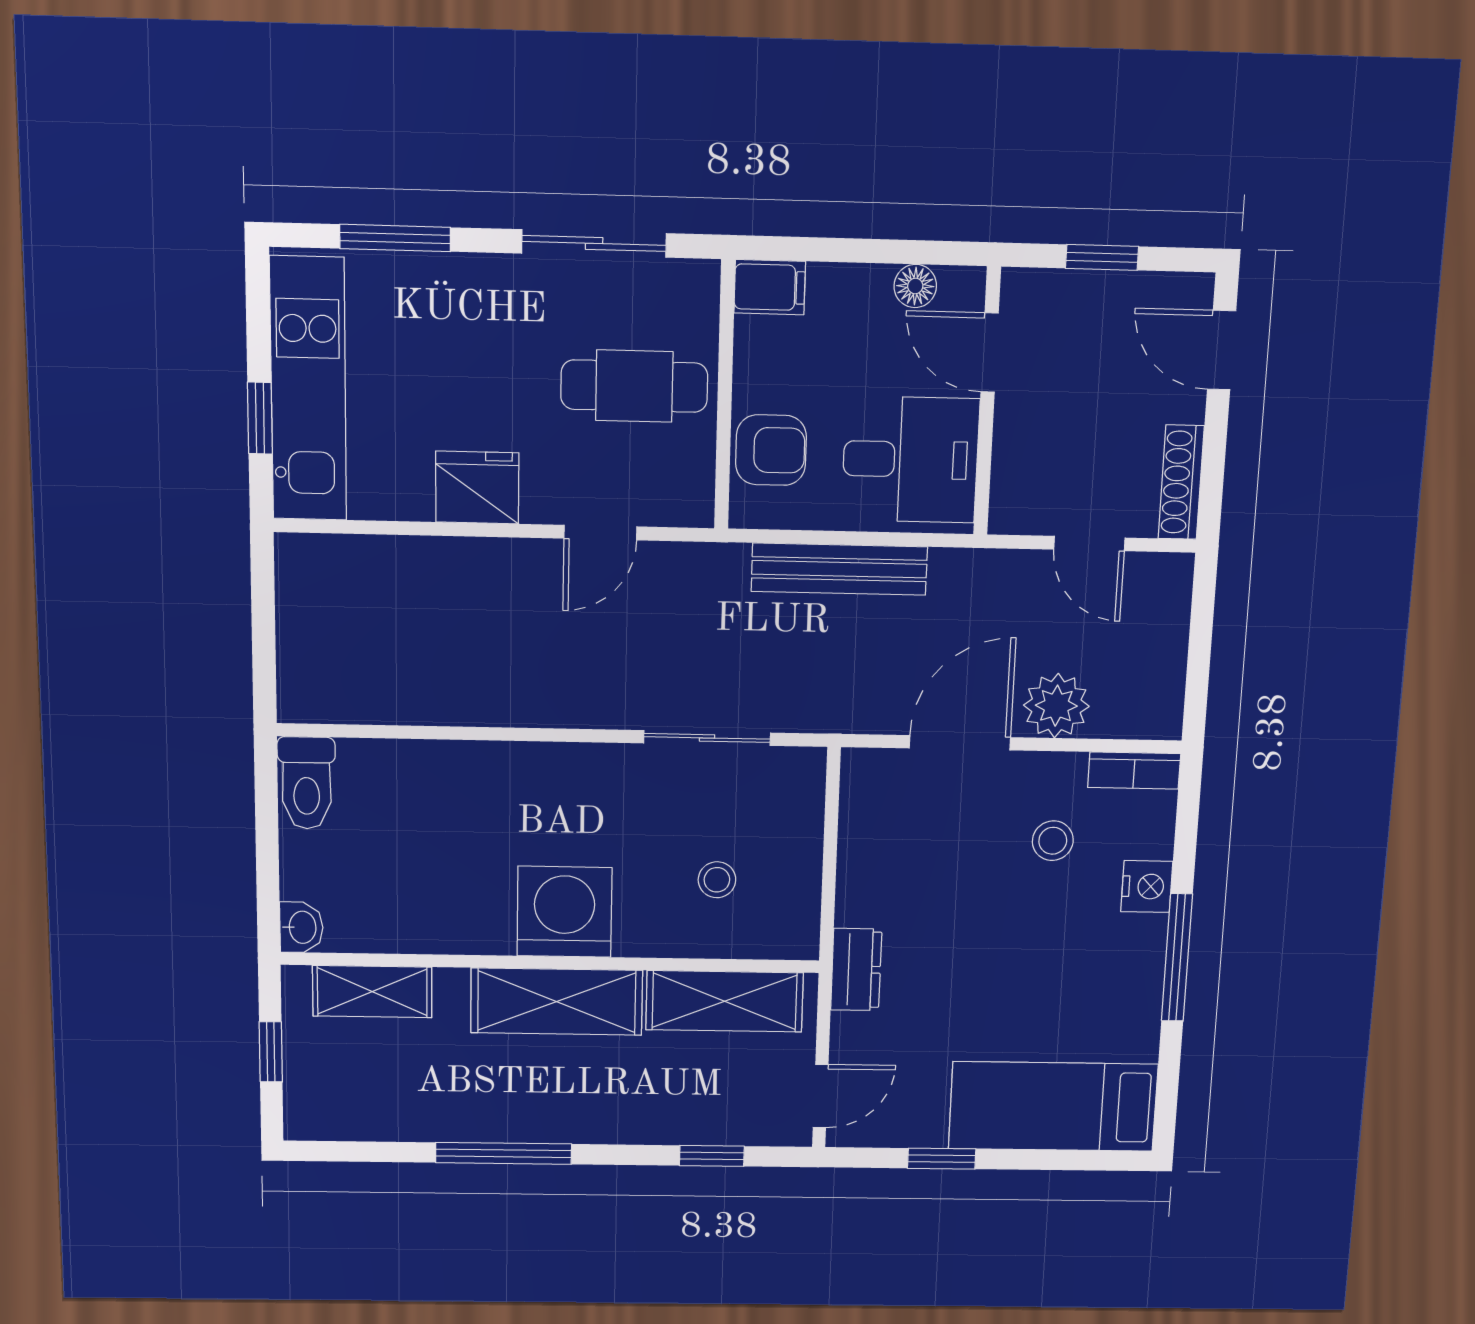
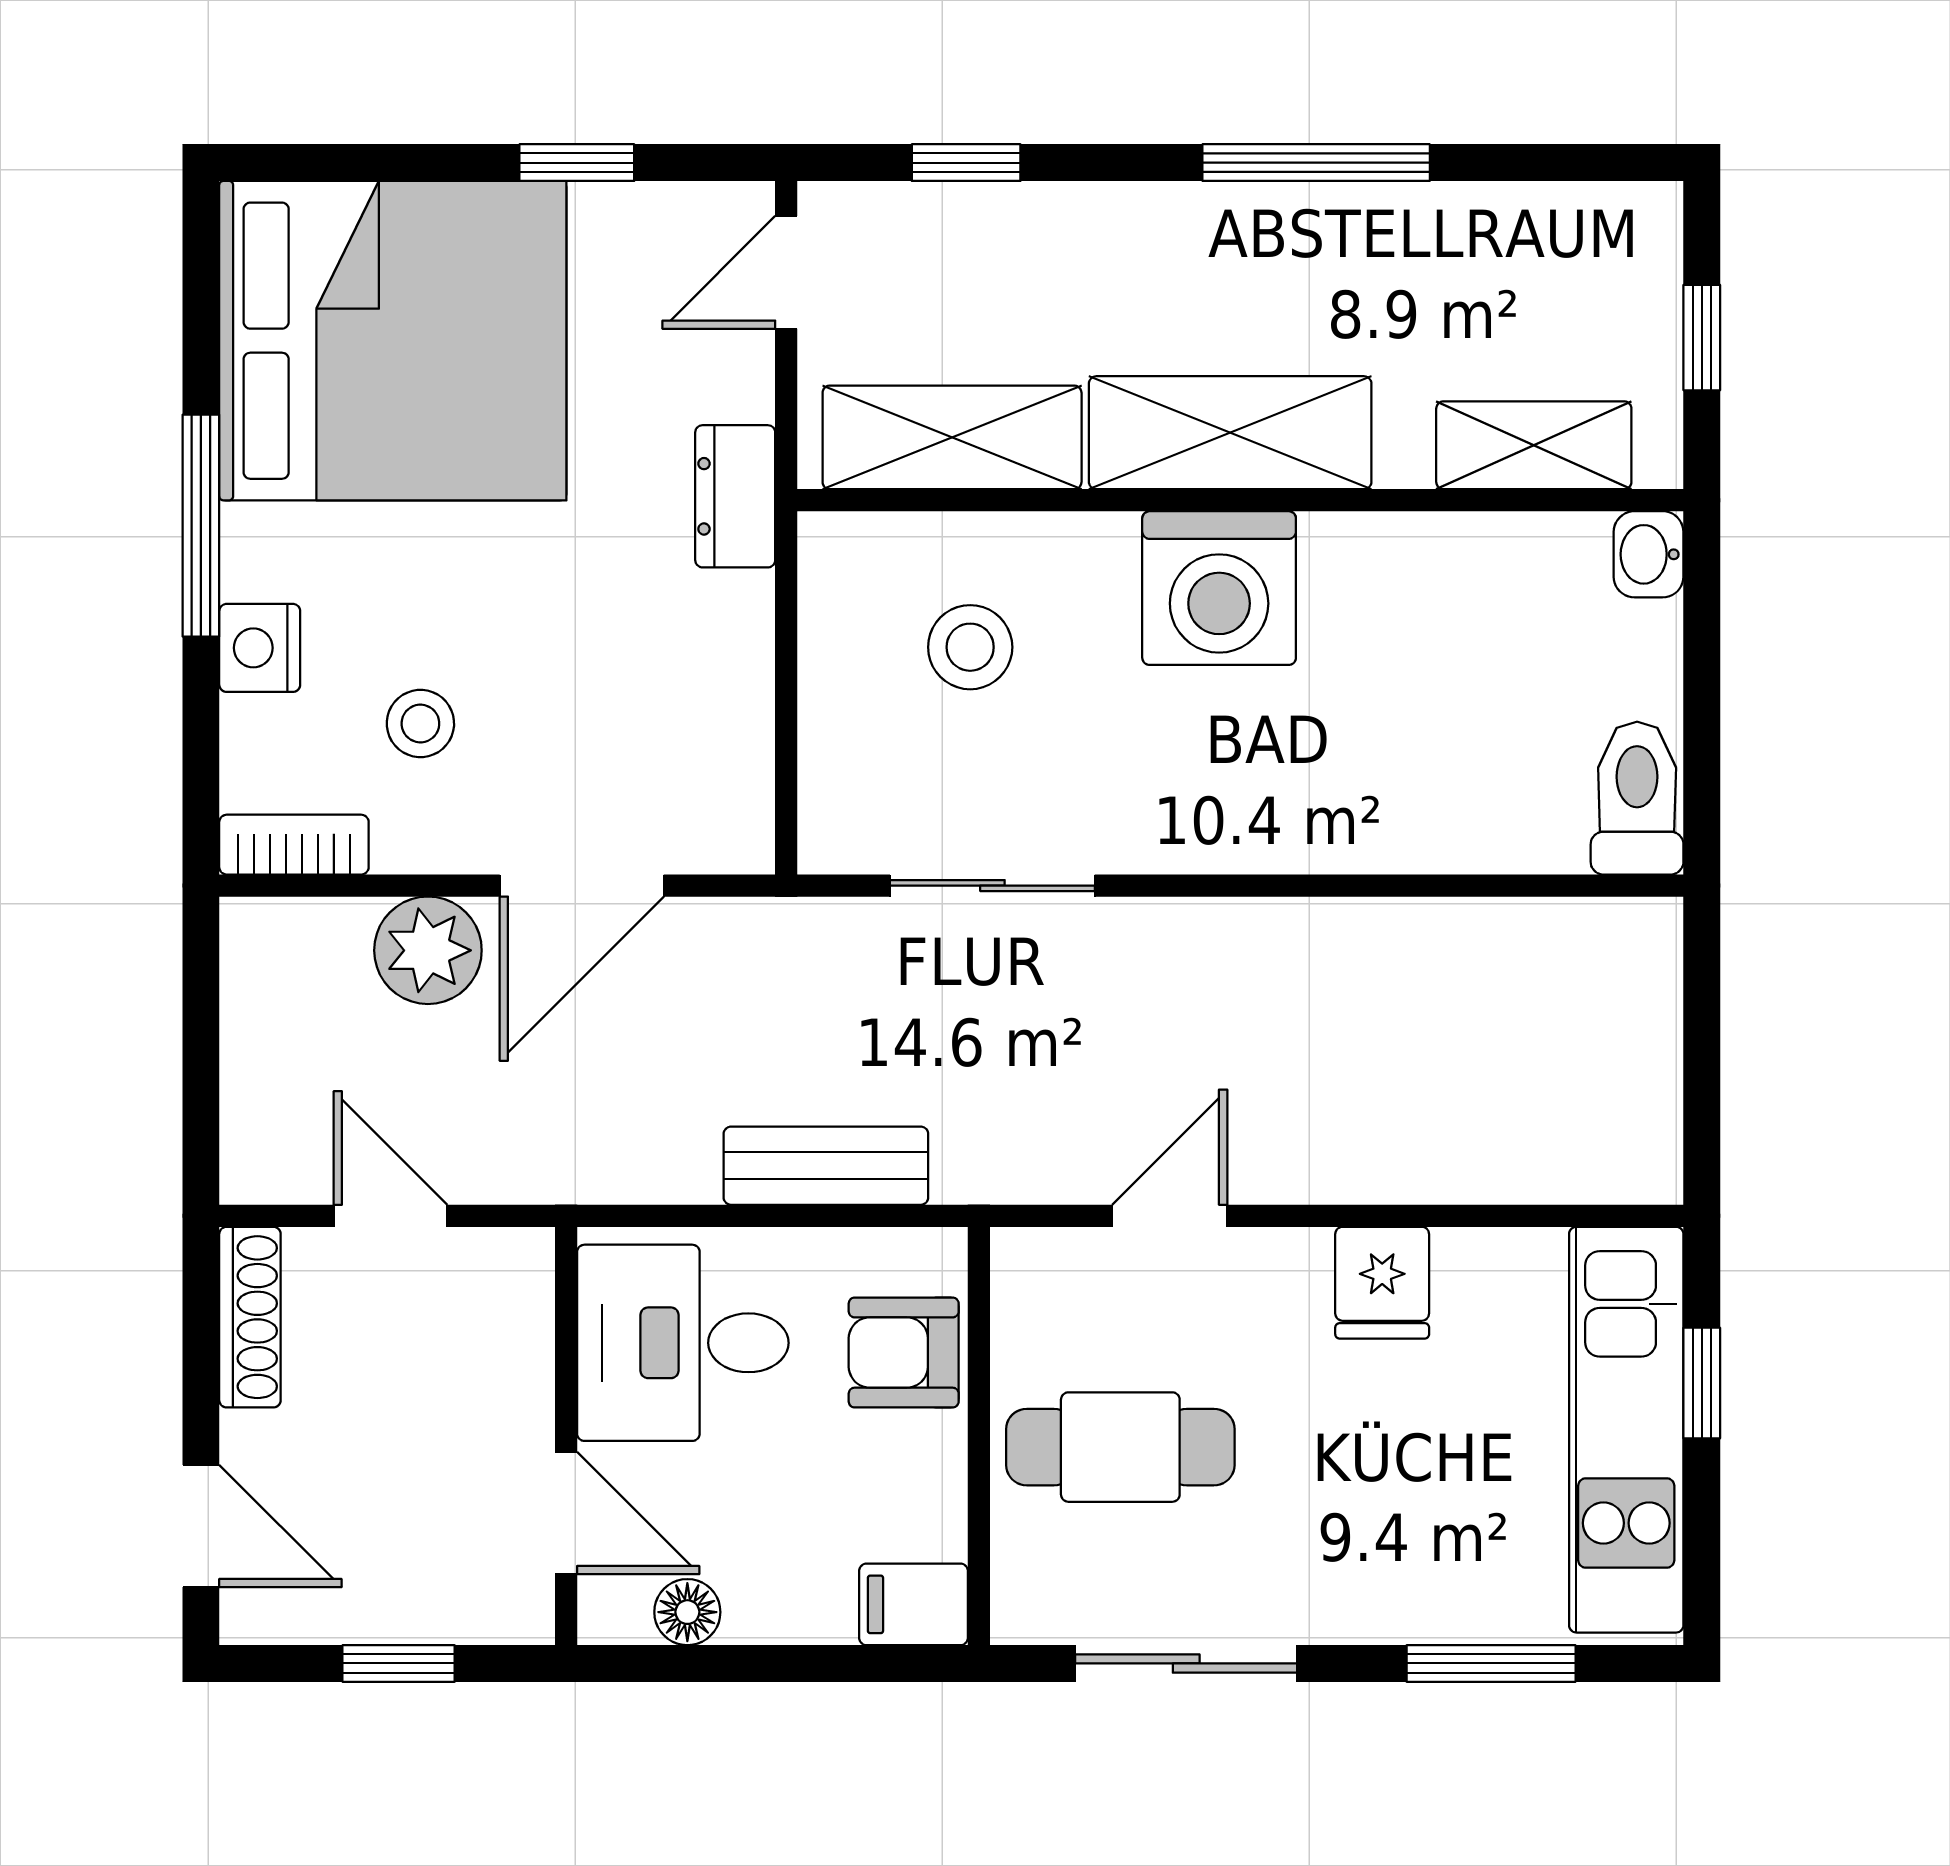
fridge: (477, 487) -> (1382, 1283), width x0.72
bench: (839, 569) -> (826, 1166), width x0.73
stool: (717, 880) -> (970, 647), width x1.37, depth x1.37
bed: (1053, 1106) -> (393, 341), width x2.04

